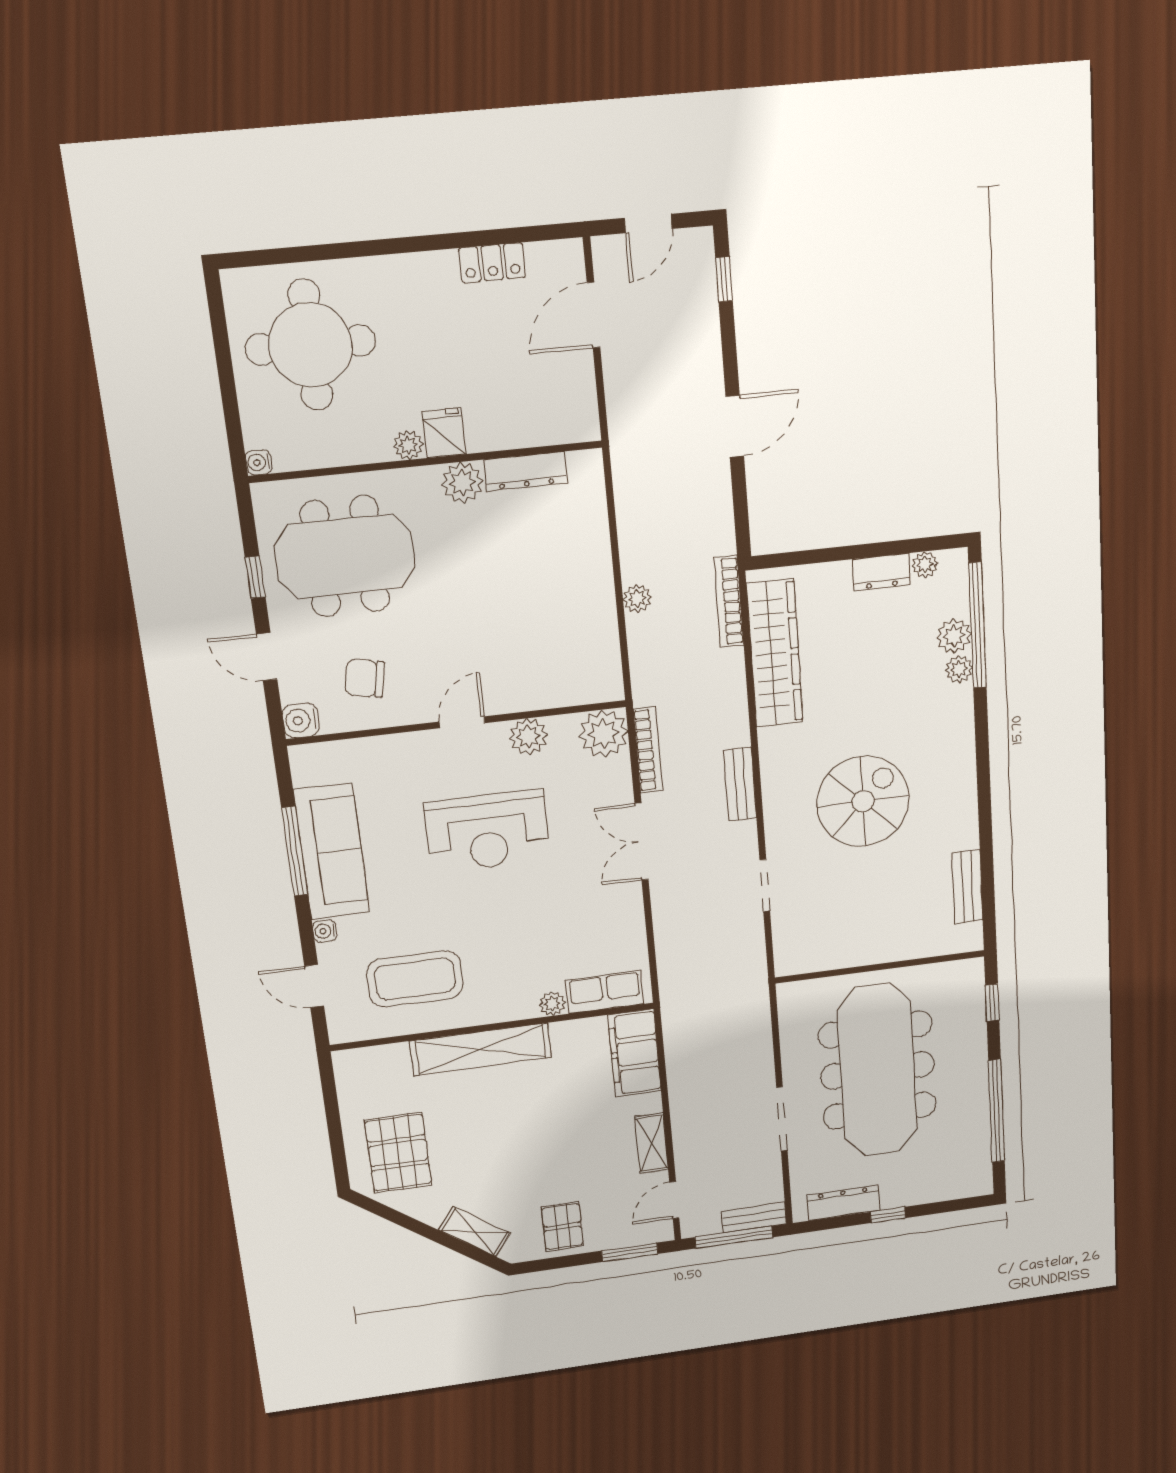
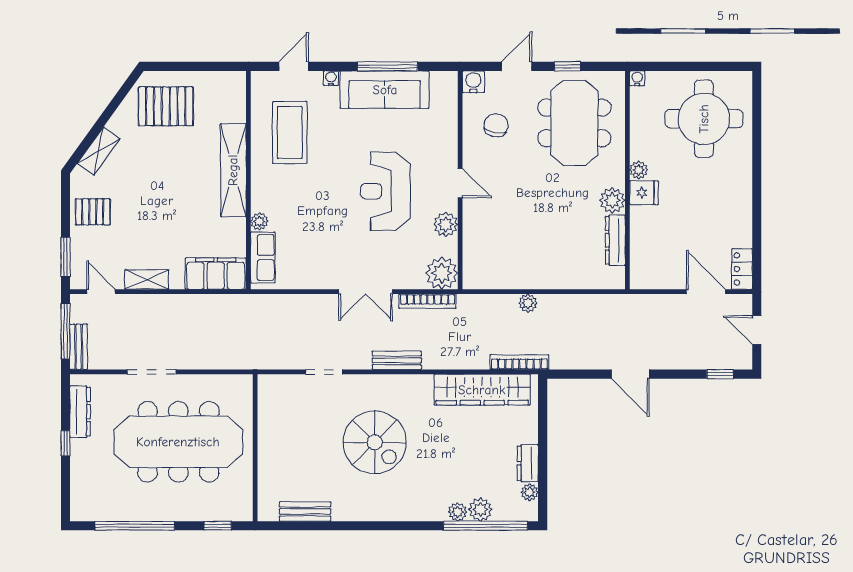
locker: (492, 263) -> (742, 269), moved
double door: (642, 842) -> (366, 292), swing flipped

